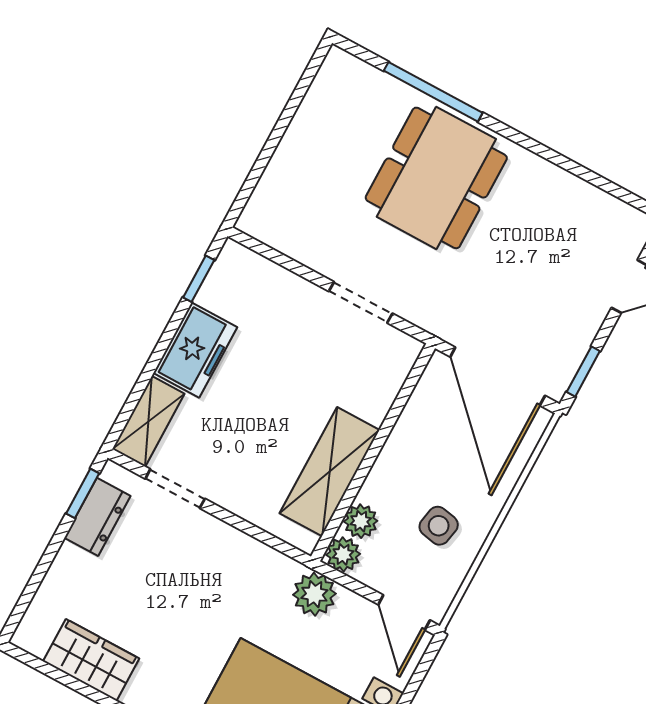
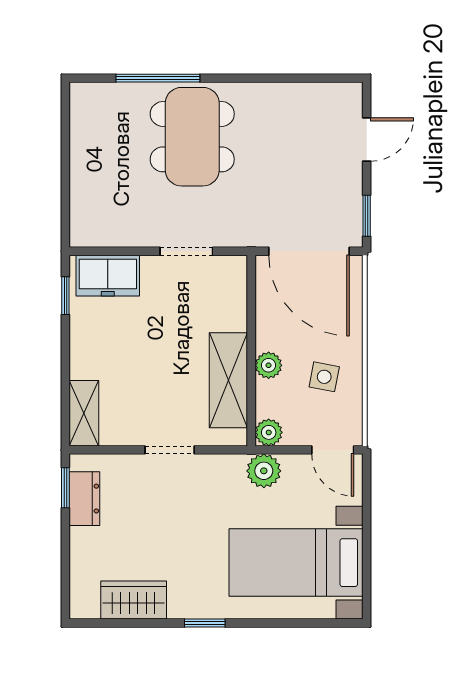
freezer: (195, 350) -> (108, 276), moved, turned 90
doorway: (175, 489) -> (170, 450), moved
plant: (361, 521) -> (269, 365), moved

